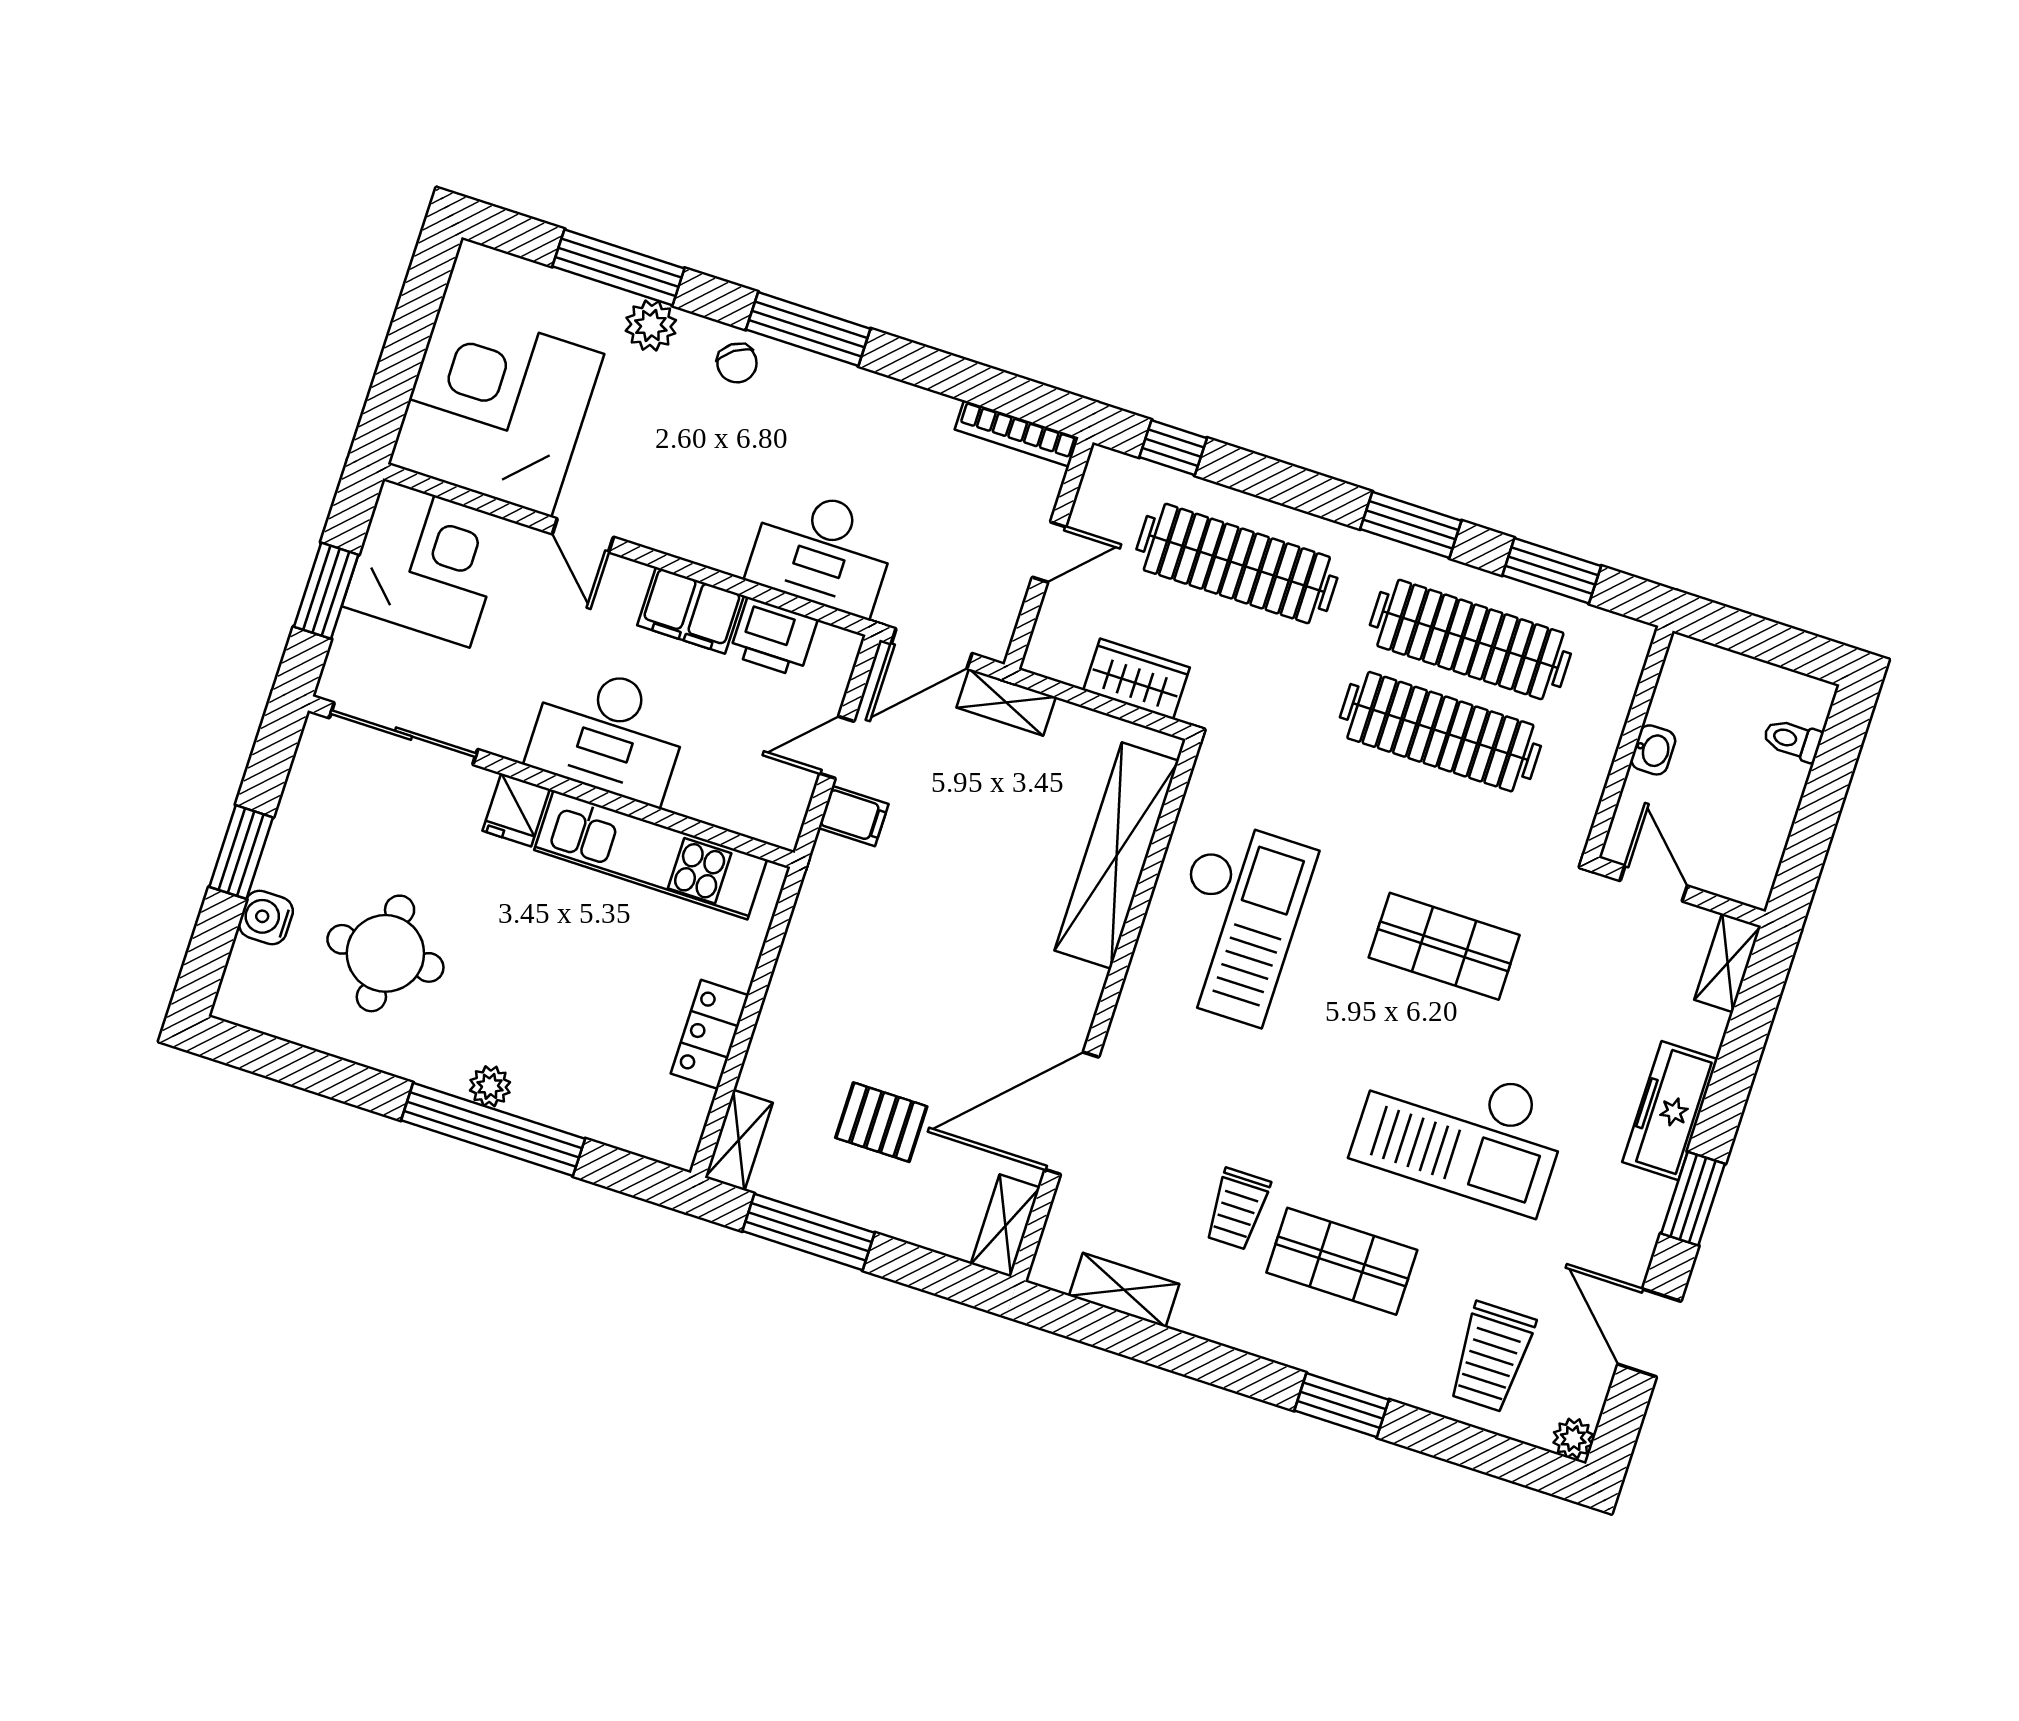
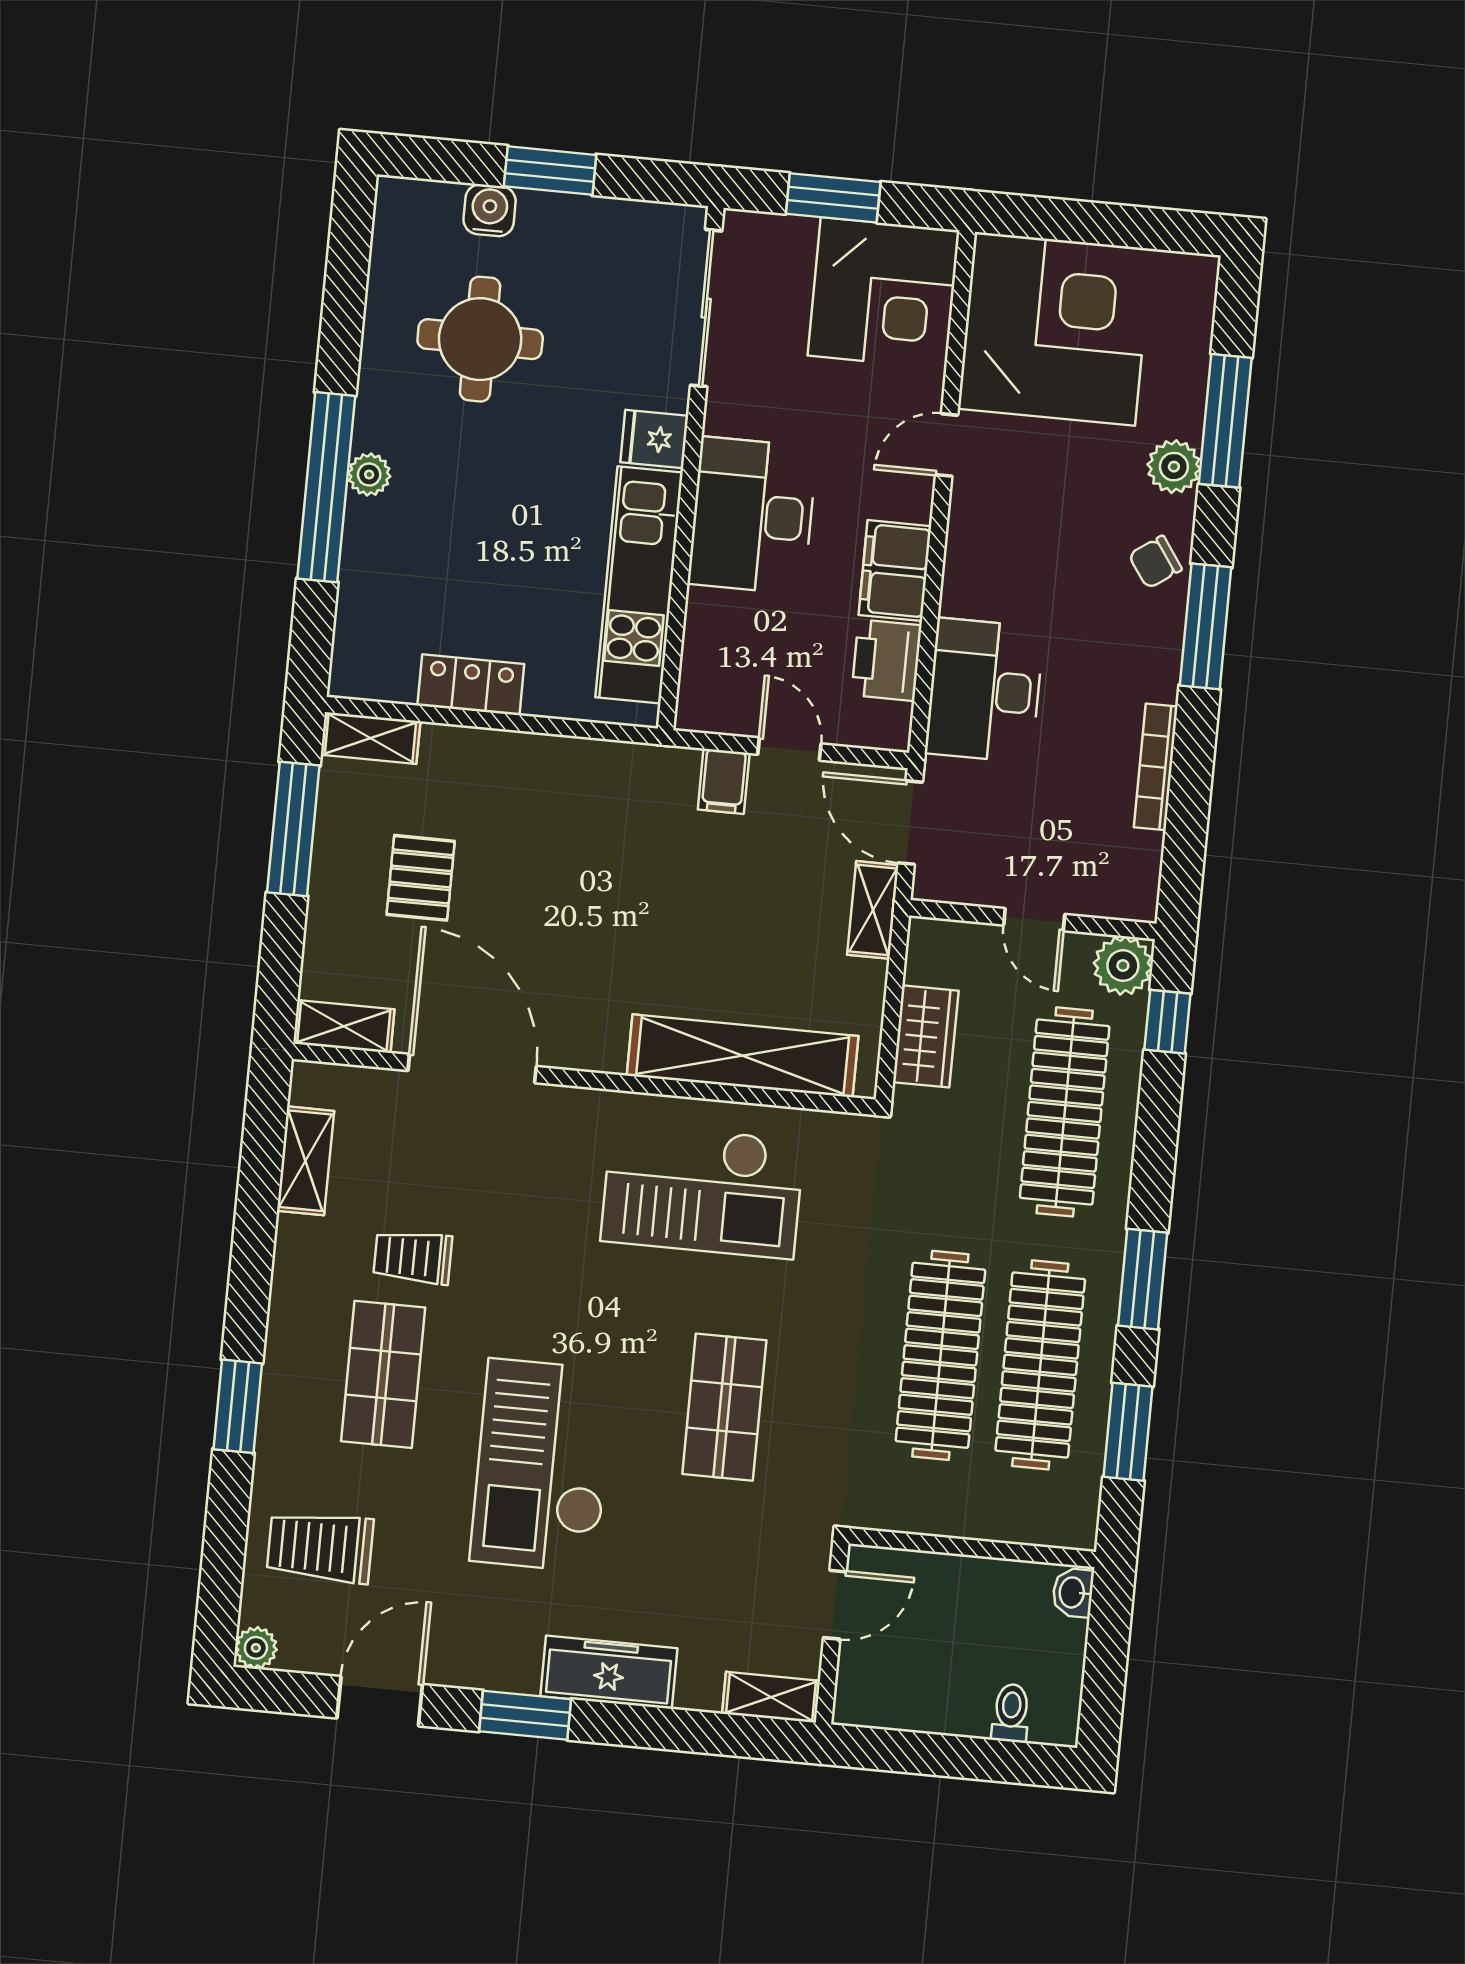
bookcase: (1017, 433) -> (1156, 767), moved
plant: (1111, 478) -> (1123, 966), added
washbasin: (1653, 750) -> (1073, 1593), moved, turned 90

